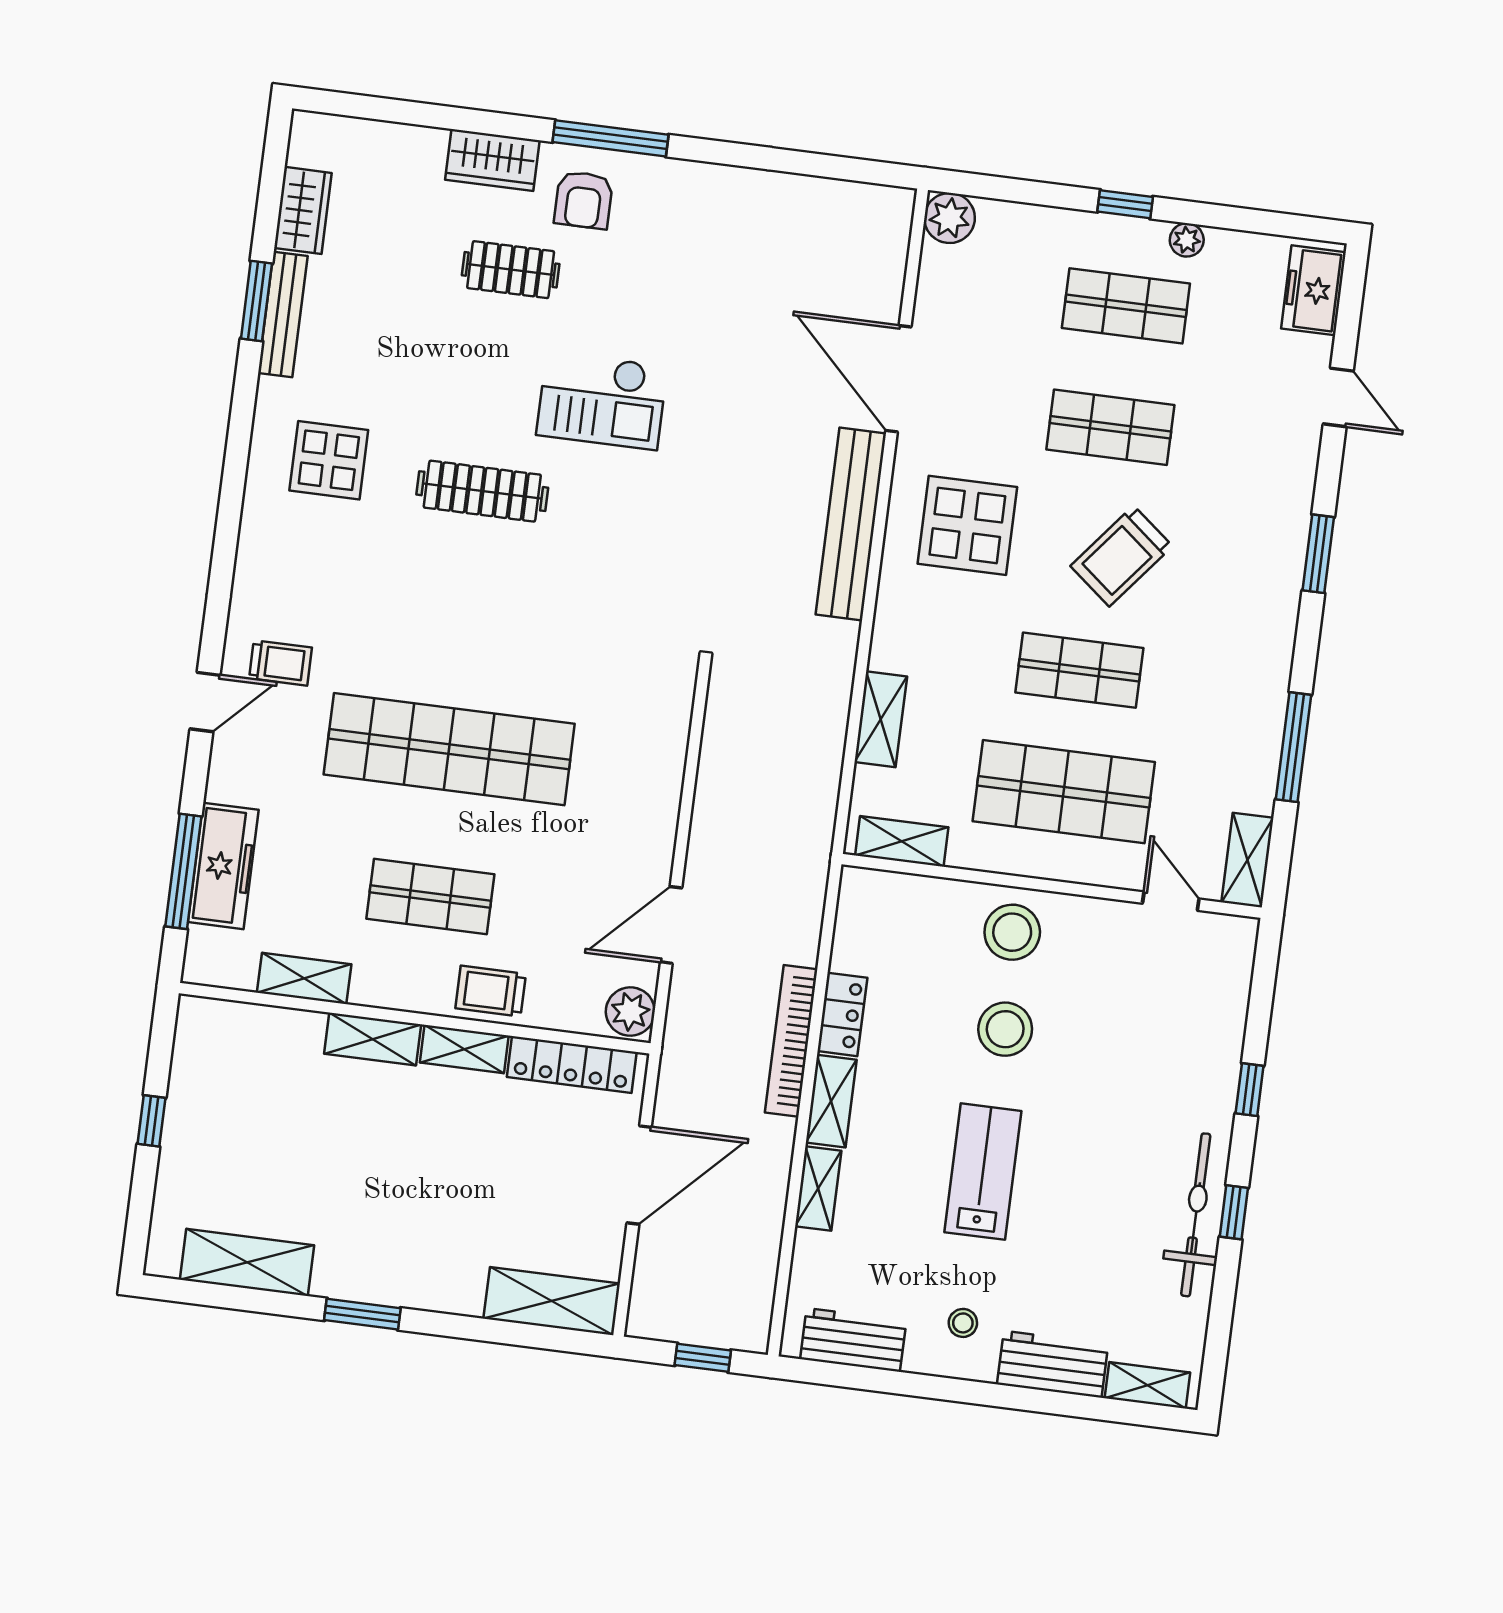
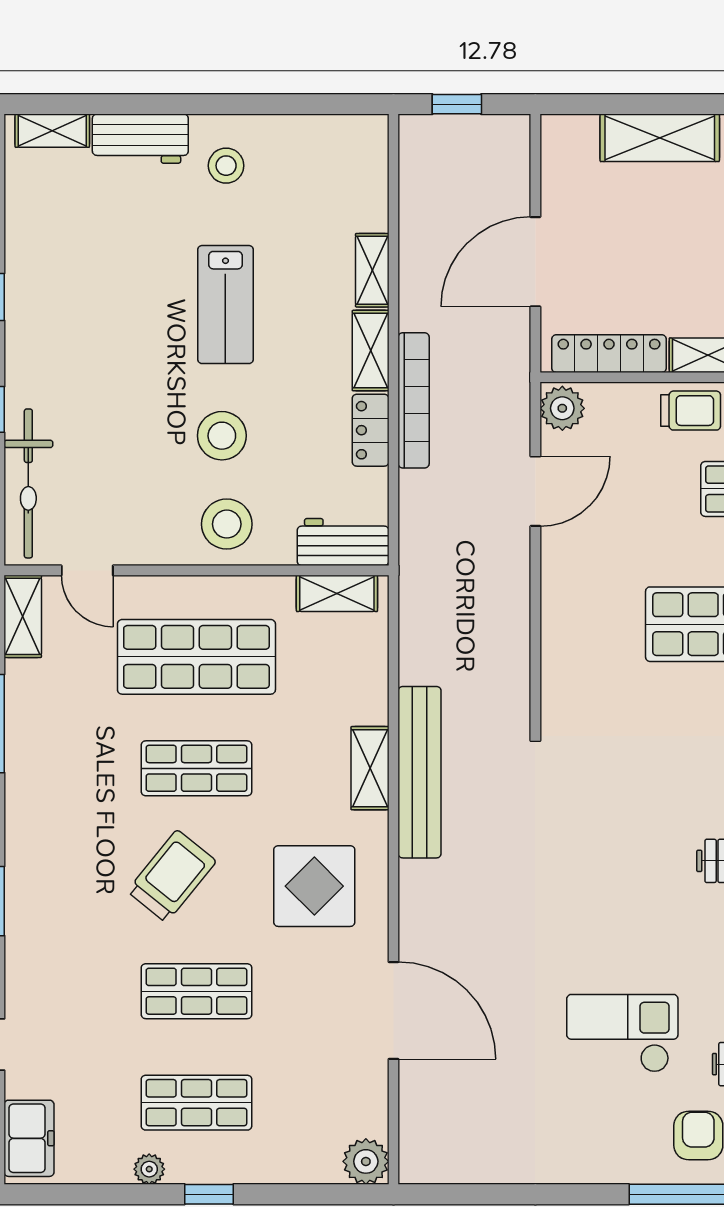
checkout: (602, 400) -> (622, 1033), moved
bench: (851, 524) -> (420, 772), moved
shelving: (881, 719) -> (370, 768), moved
bicycle: (1196, 1215) -> (28, 483), moved
shelving: (552, 1301) -> (660, 138), moved
stool: (963, 1323) -> (226, 166), width x1.37, depth x1.37
workbench: (853, 1340) -> (343, 542), moved, turned 180

